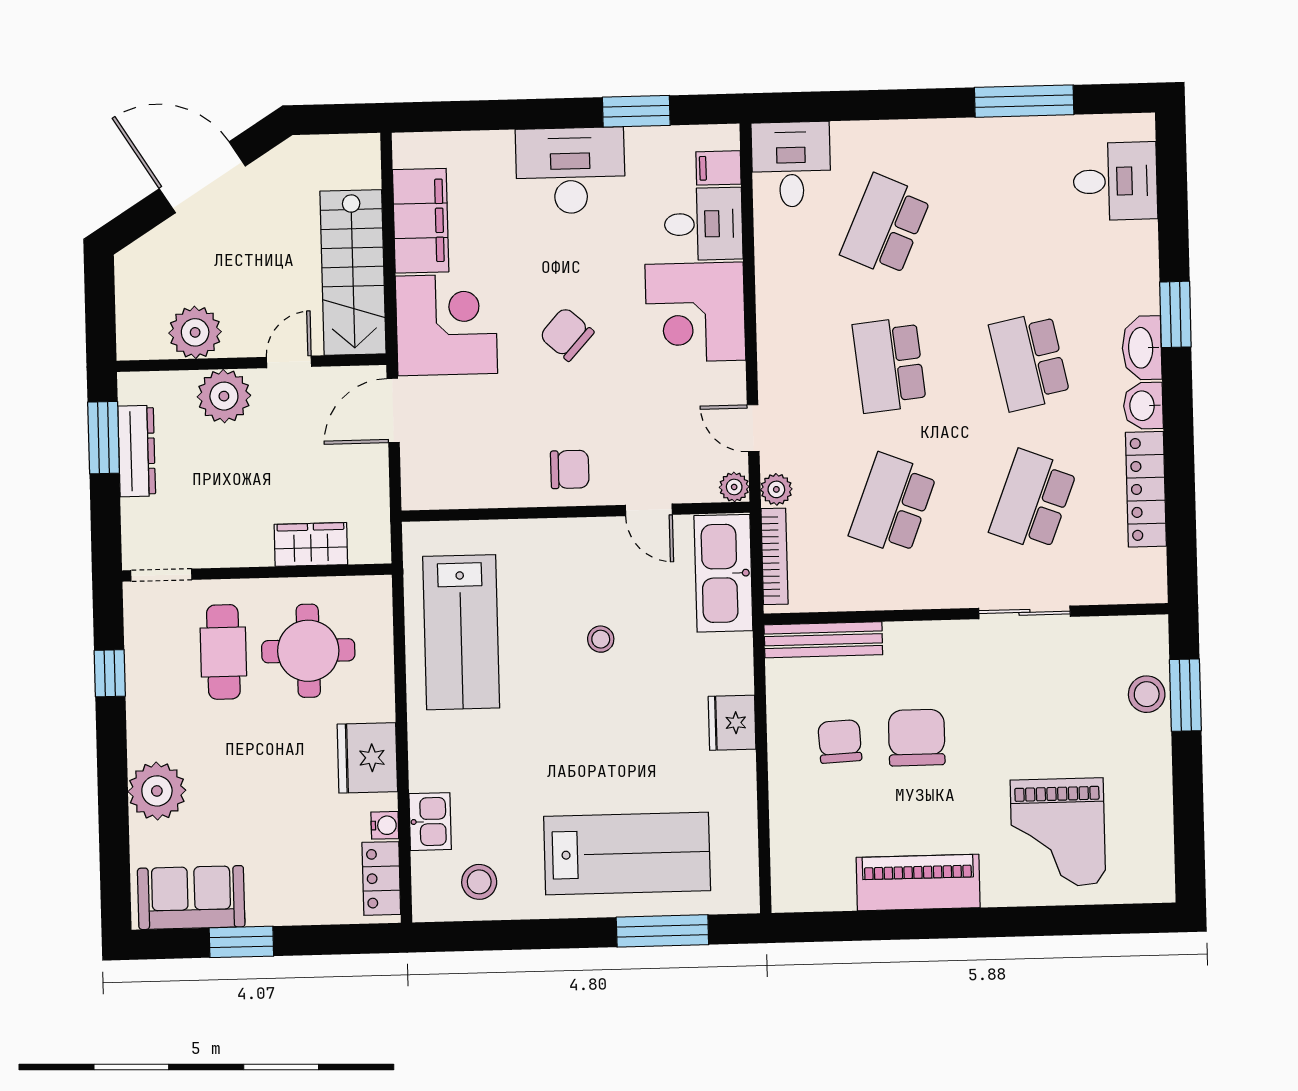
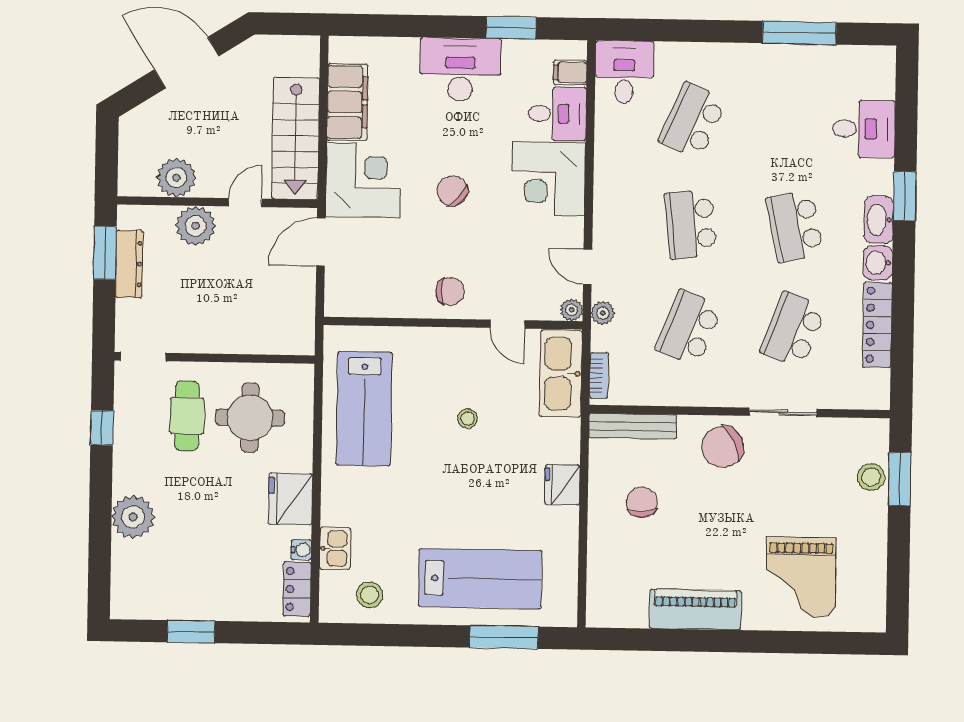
desk: (1115, 181) -> (864, 129), moved
wardrobe: (311, 544) -> (255, 339), removed
bookcase: (774, 556) -> (599, 376), width x0.64
chair: (917, 738) -> (723, 447), moved, turned -116
sofa: (191, 898) -> (155, 597), removed

